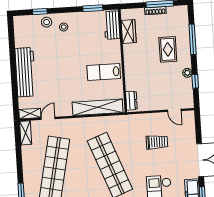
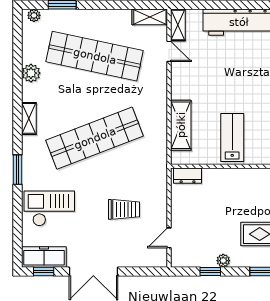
shelving: (98, 107) -> (181, 125), width x0.68
trolley: (157, 142) -> (124, 209), turned -90

